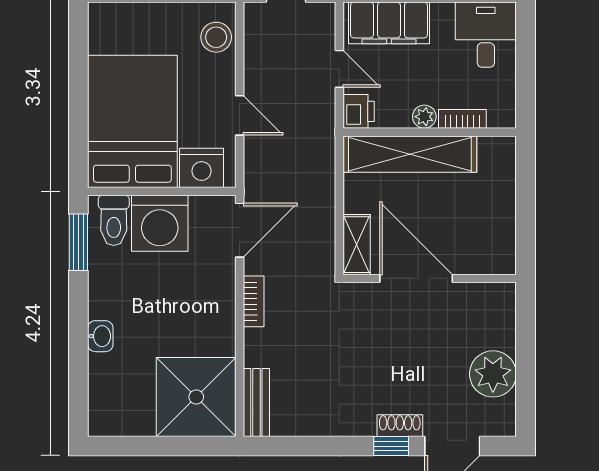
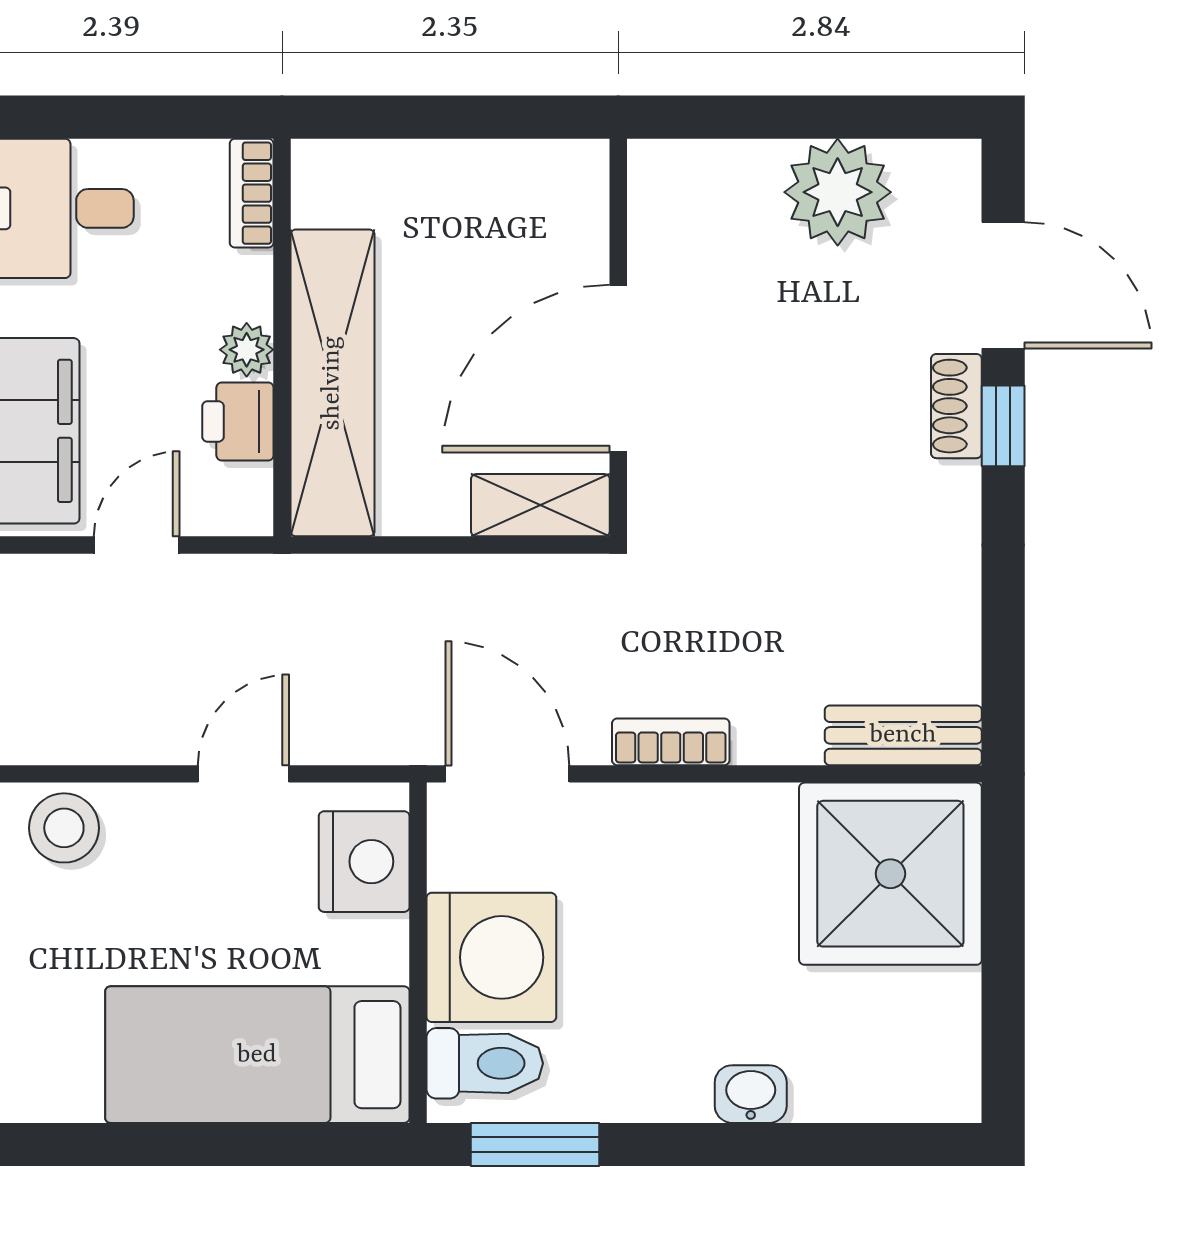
printer: (359, 111) -> (238, 421), moved, turned -90
bookcase: (462, 119) -> (252, 193), moved
bed: (132, 121) -> (257, 1055), width x0.67

